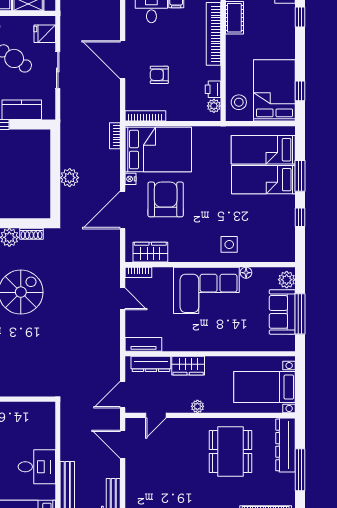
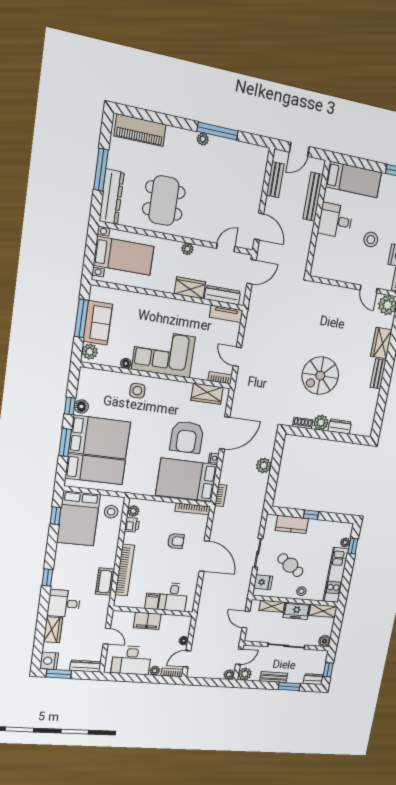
bed: (263, 180) -> (100, 437), width x1.50
floor lamp: (288, 218) -> (81, 406), added

